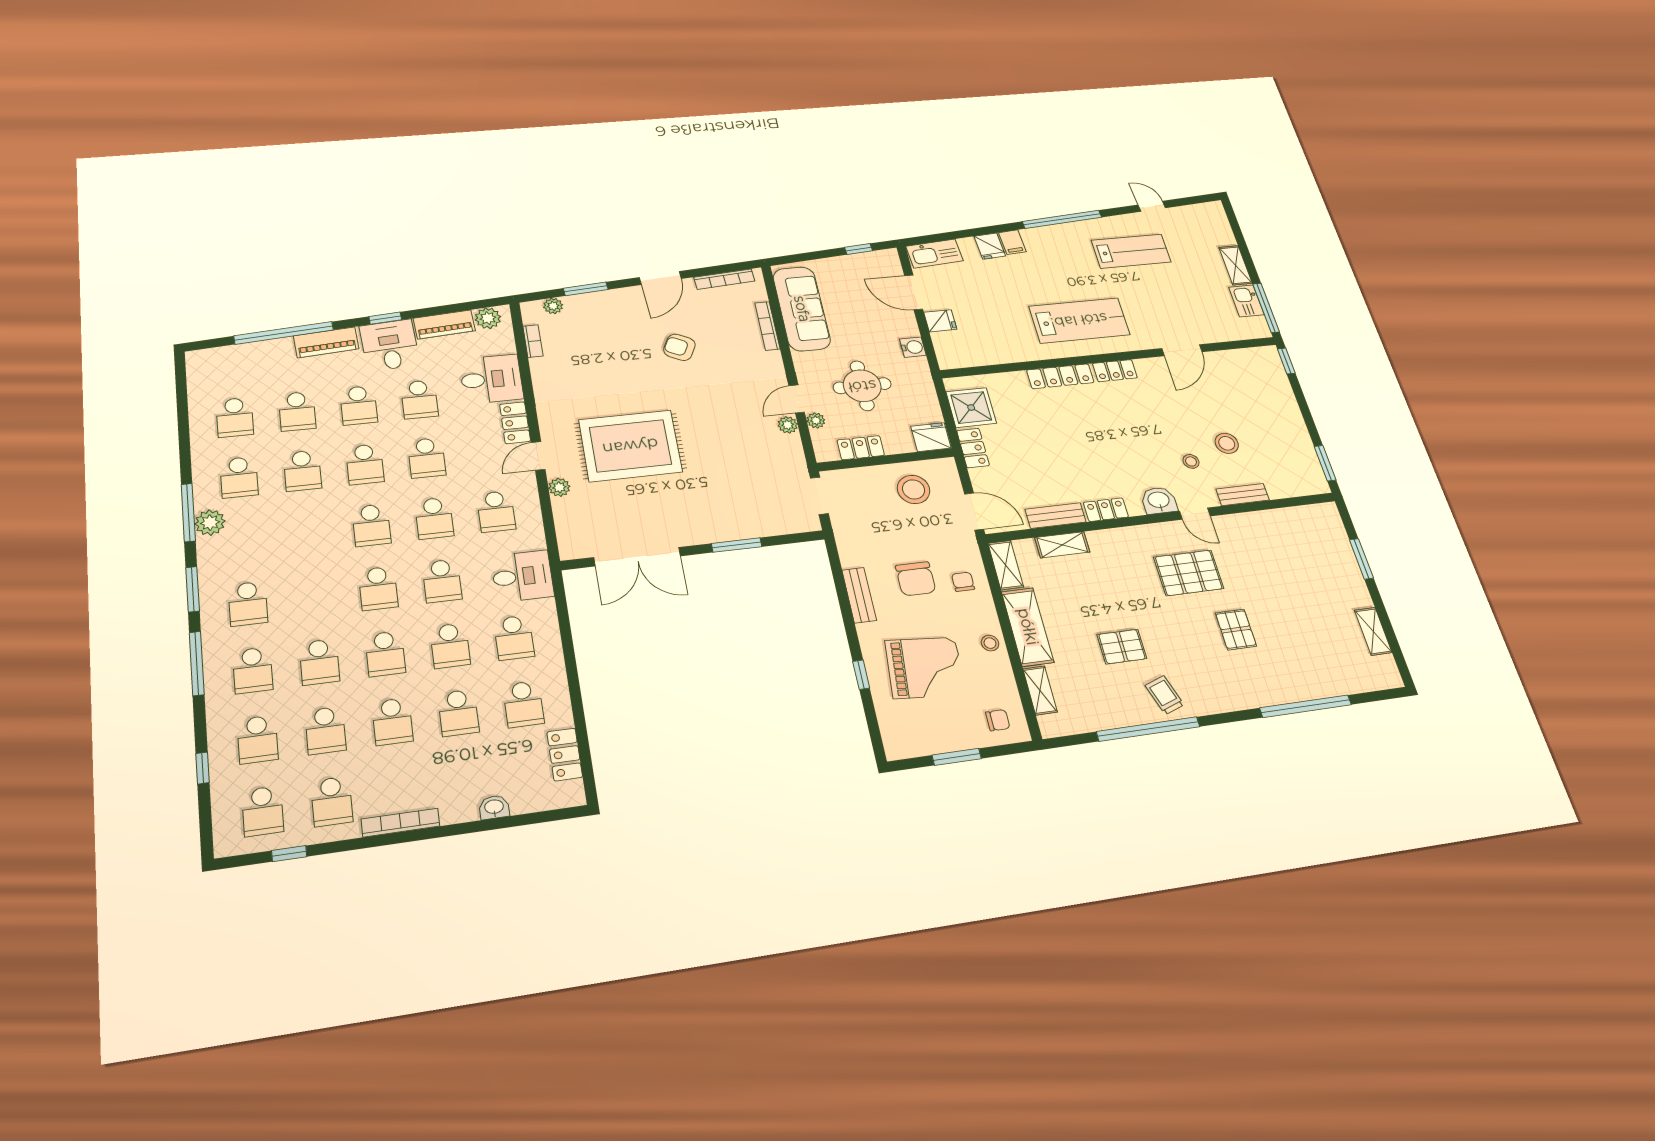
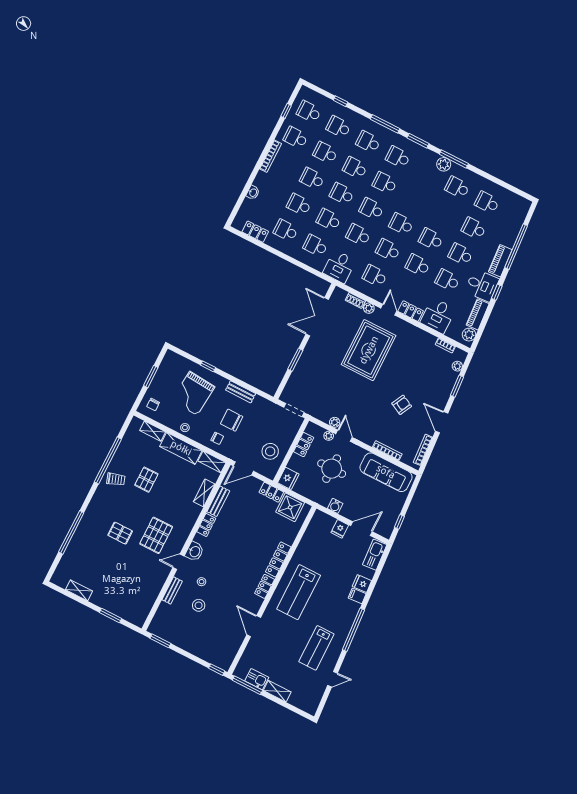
school desk: (302, 471) -> (385, 183), moved
shoe rack: (562, 515) -> (355, 300), added

